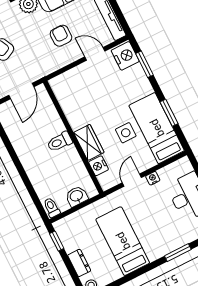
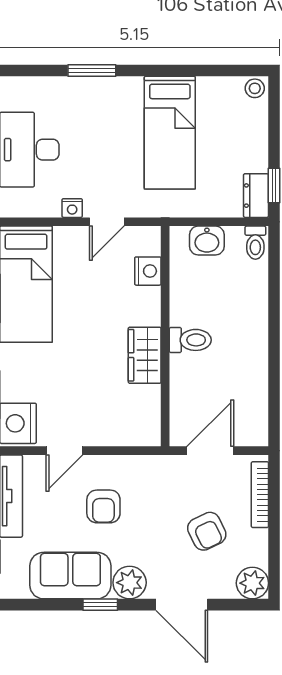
door: (95, 54) -> (64, 451), hinge flipped
side table: (126, 133) -> (79, 301), removed
wardrobe: (89, 142) -> (145, 355), moved
dresser: (79, 263) -> (256, 196), moved

